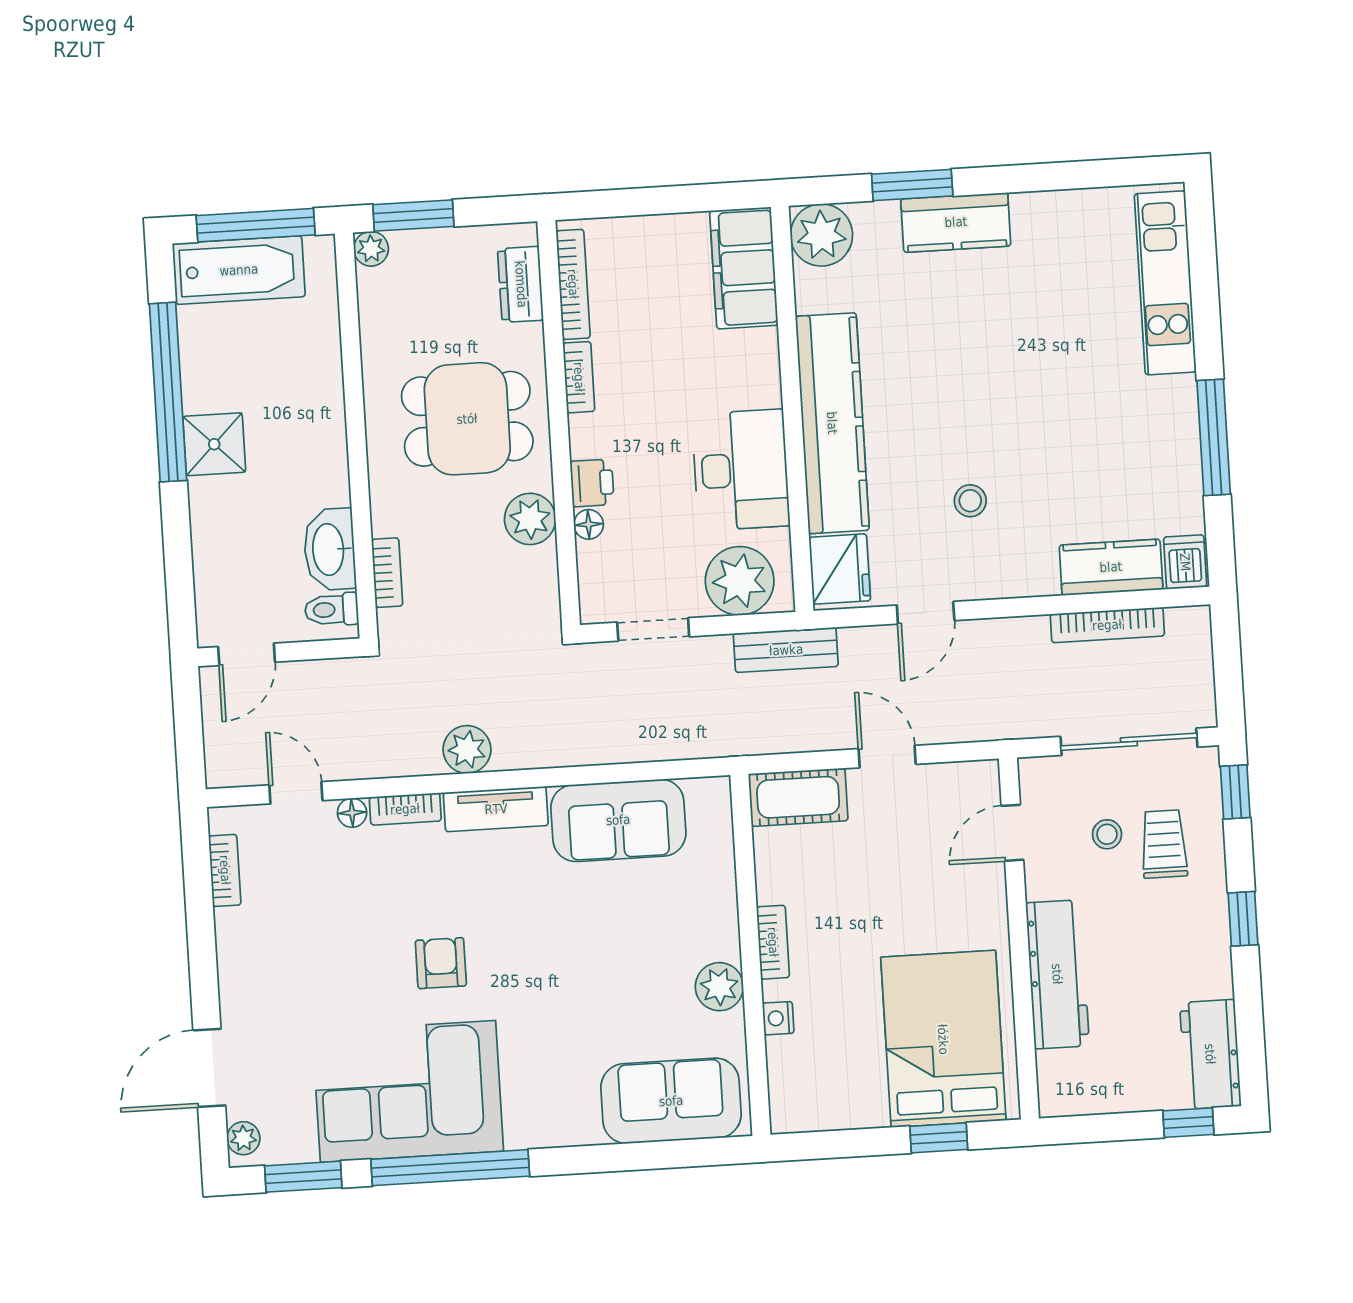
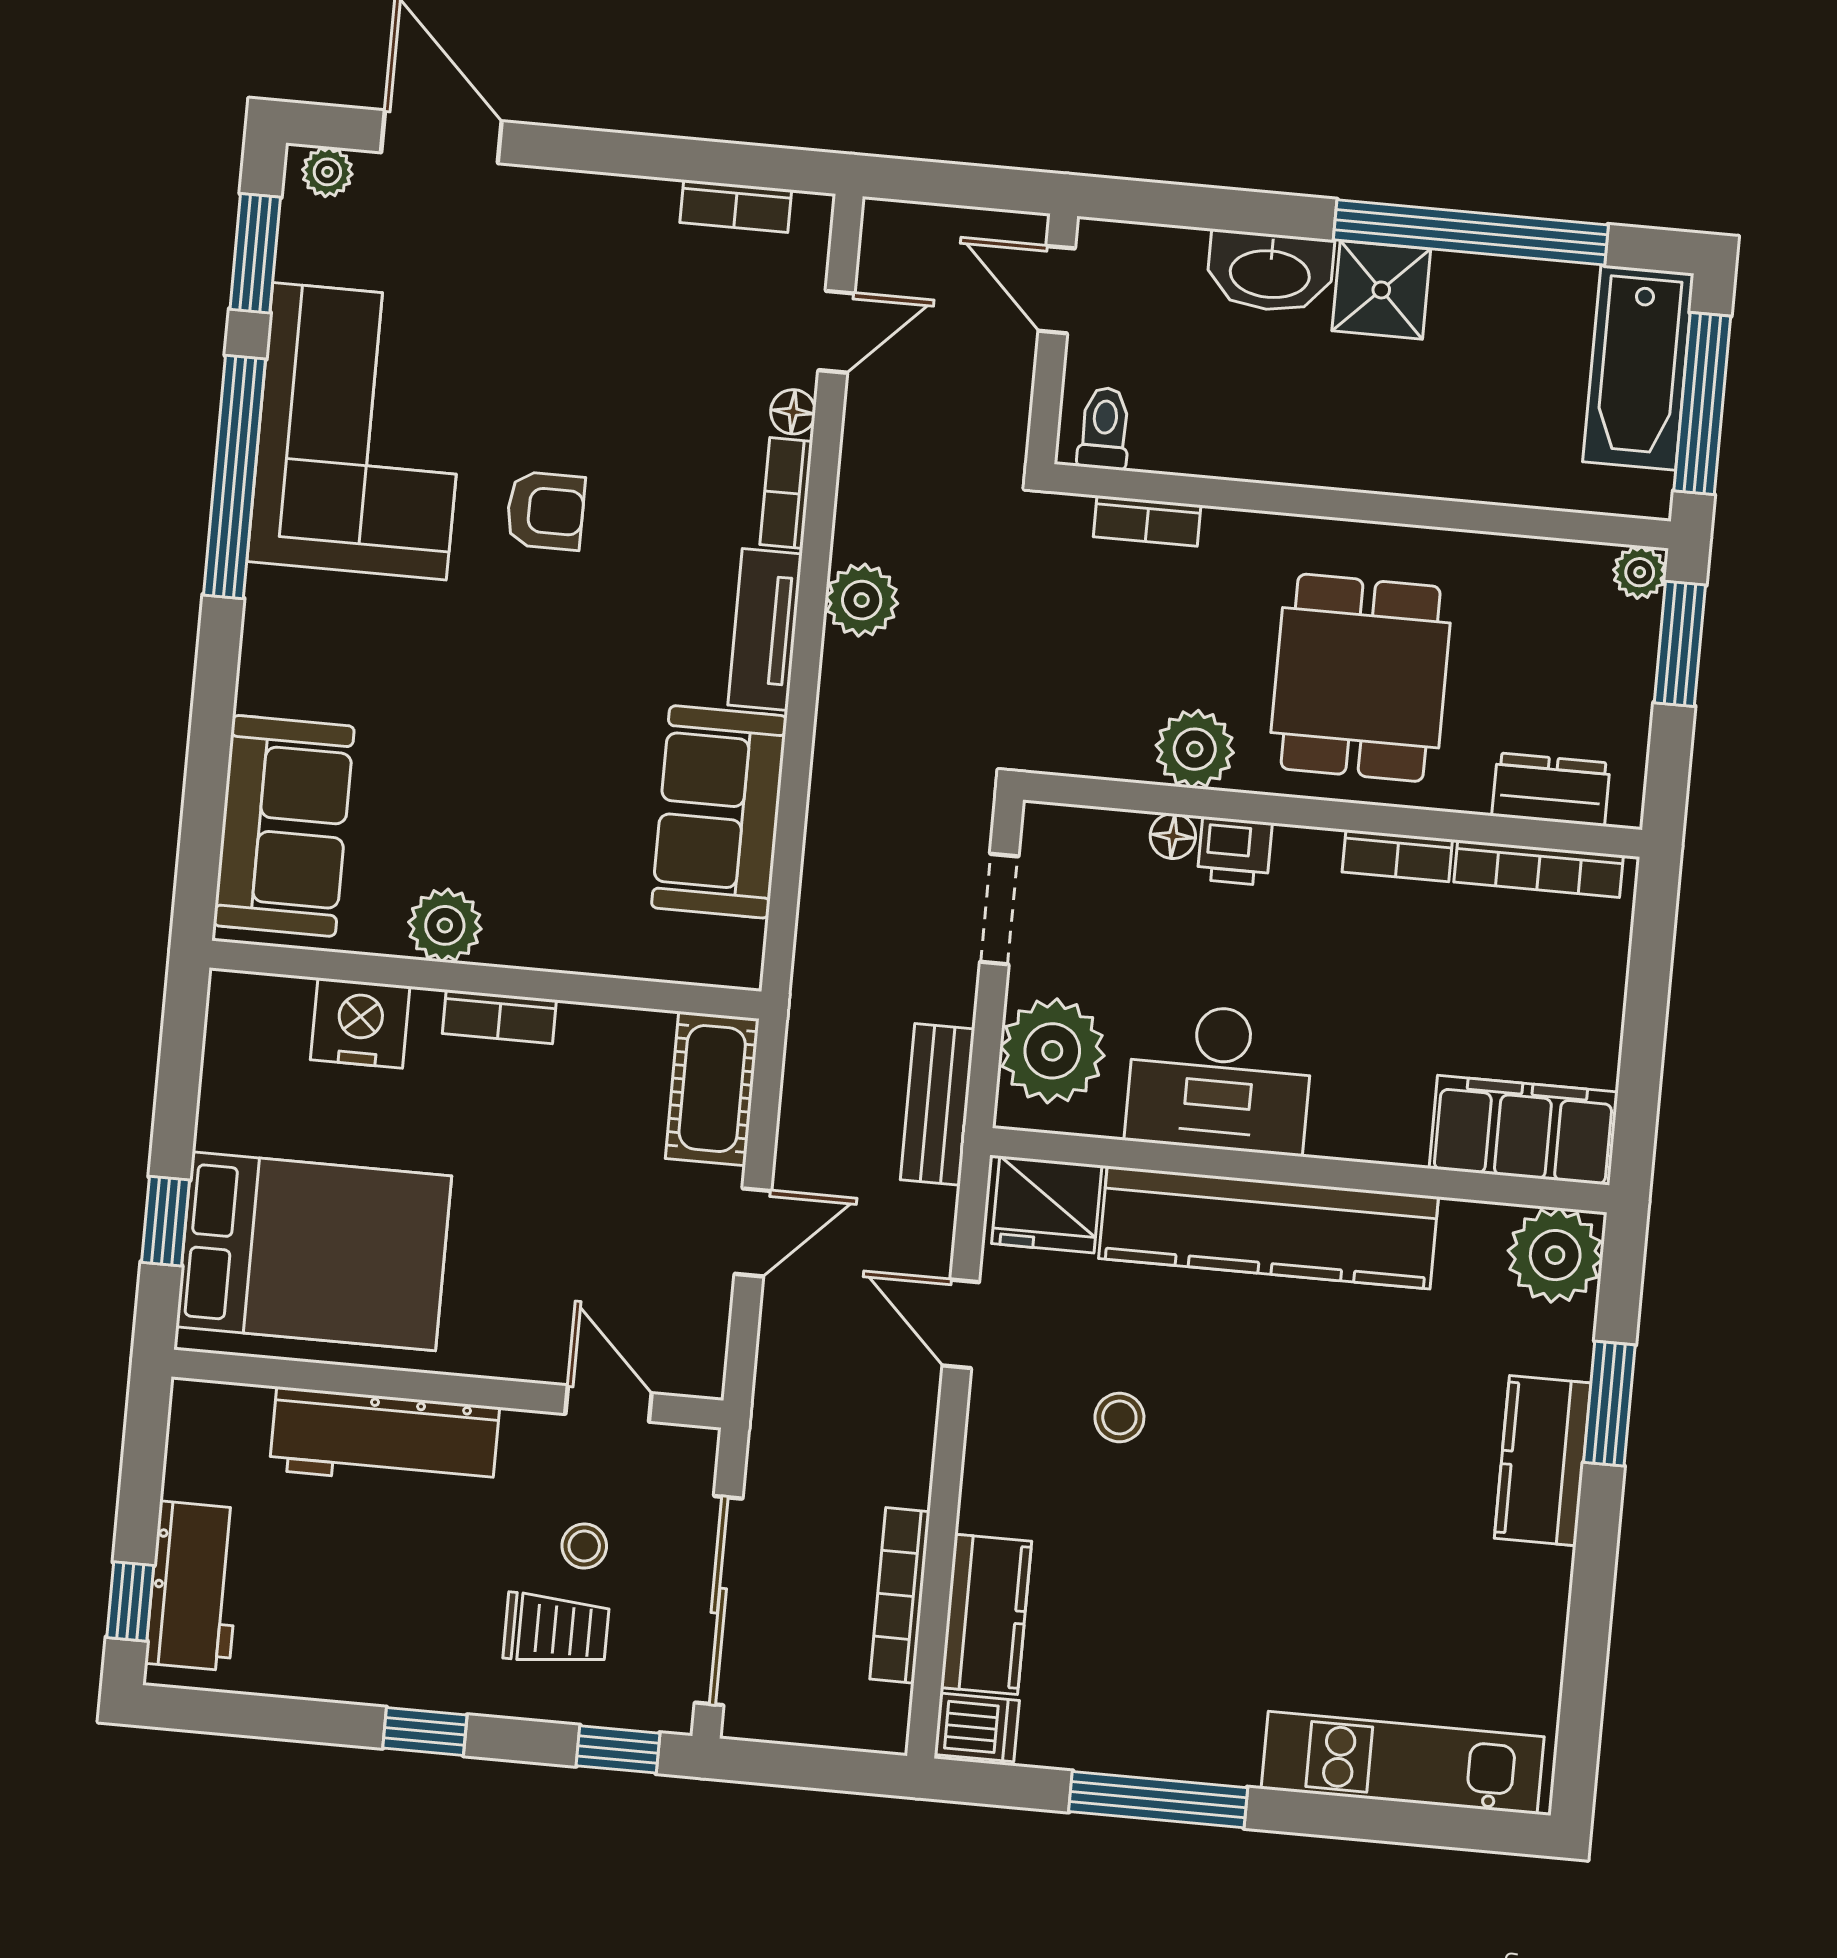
washbasin: (330, 549) -> (1270, 272), moved, turned 180
nightstand: (778, 1018) -> (360, 1023), width x1.89, depth x1.79
workbench: (1210, 1054) -> (194, 1586), moved, turned 90

